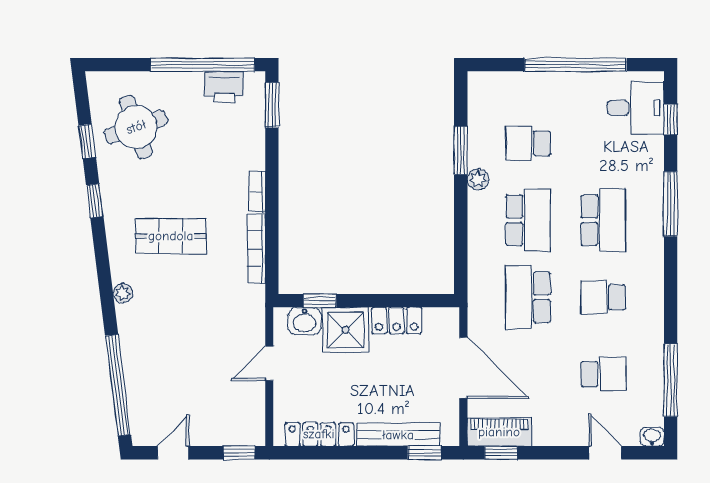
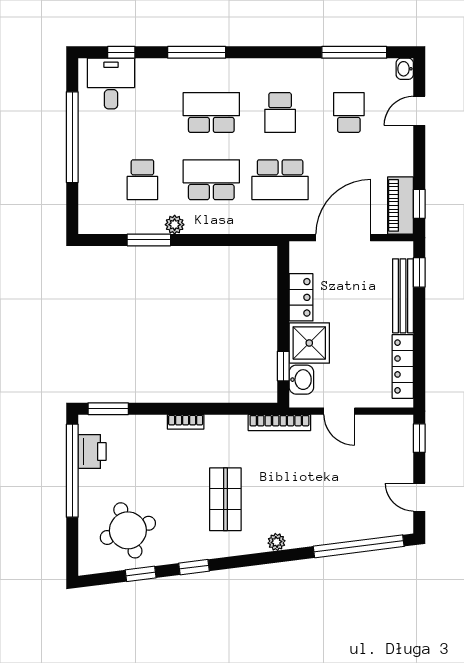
bookcase: (256, 249) -> (279, 423), moved

